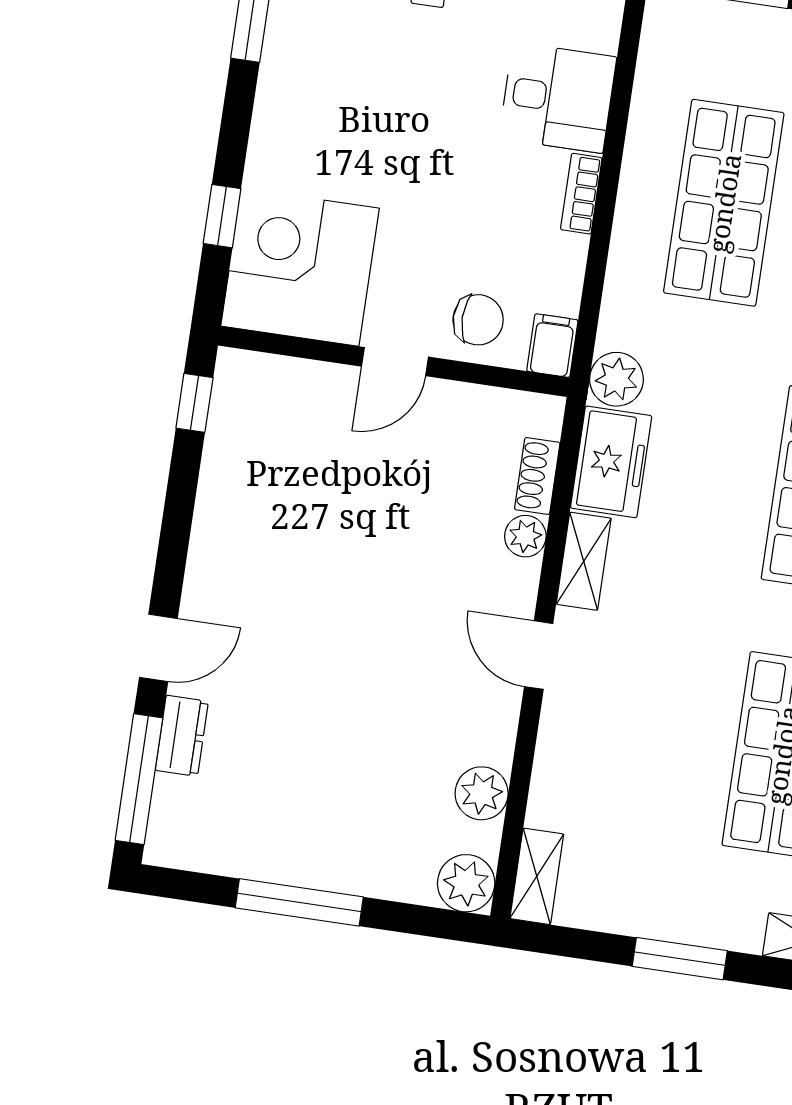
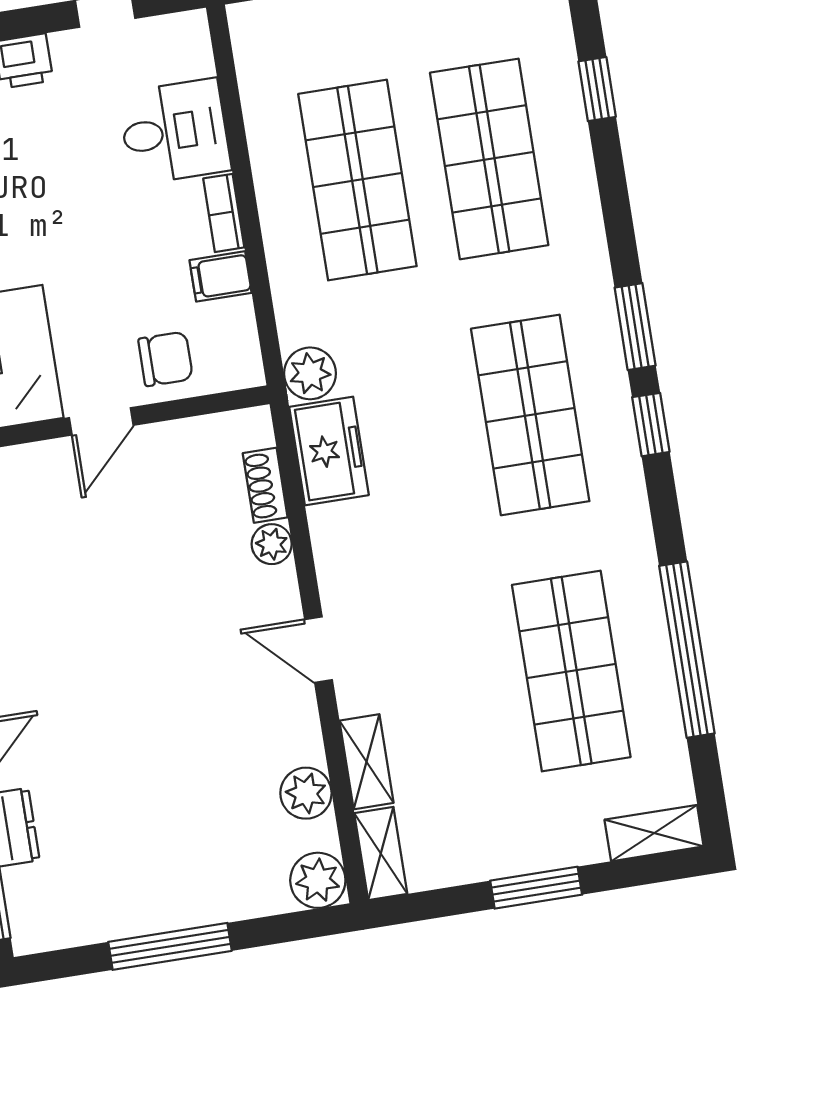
filing cabinet: (552, 346) -> (221, 276), moved, turned -90
shelving: (584, 561) -> (366, 762), moved

